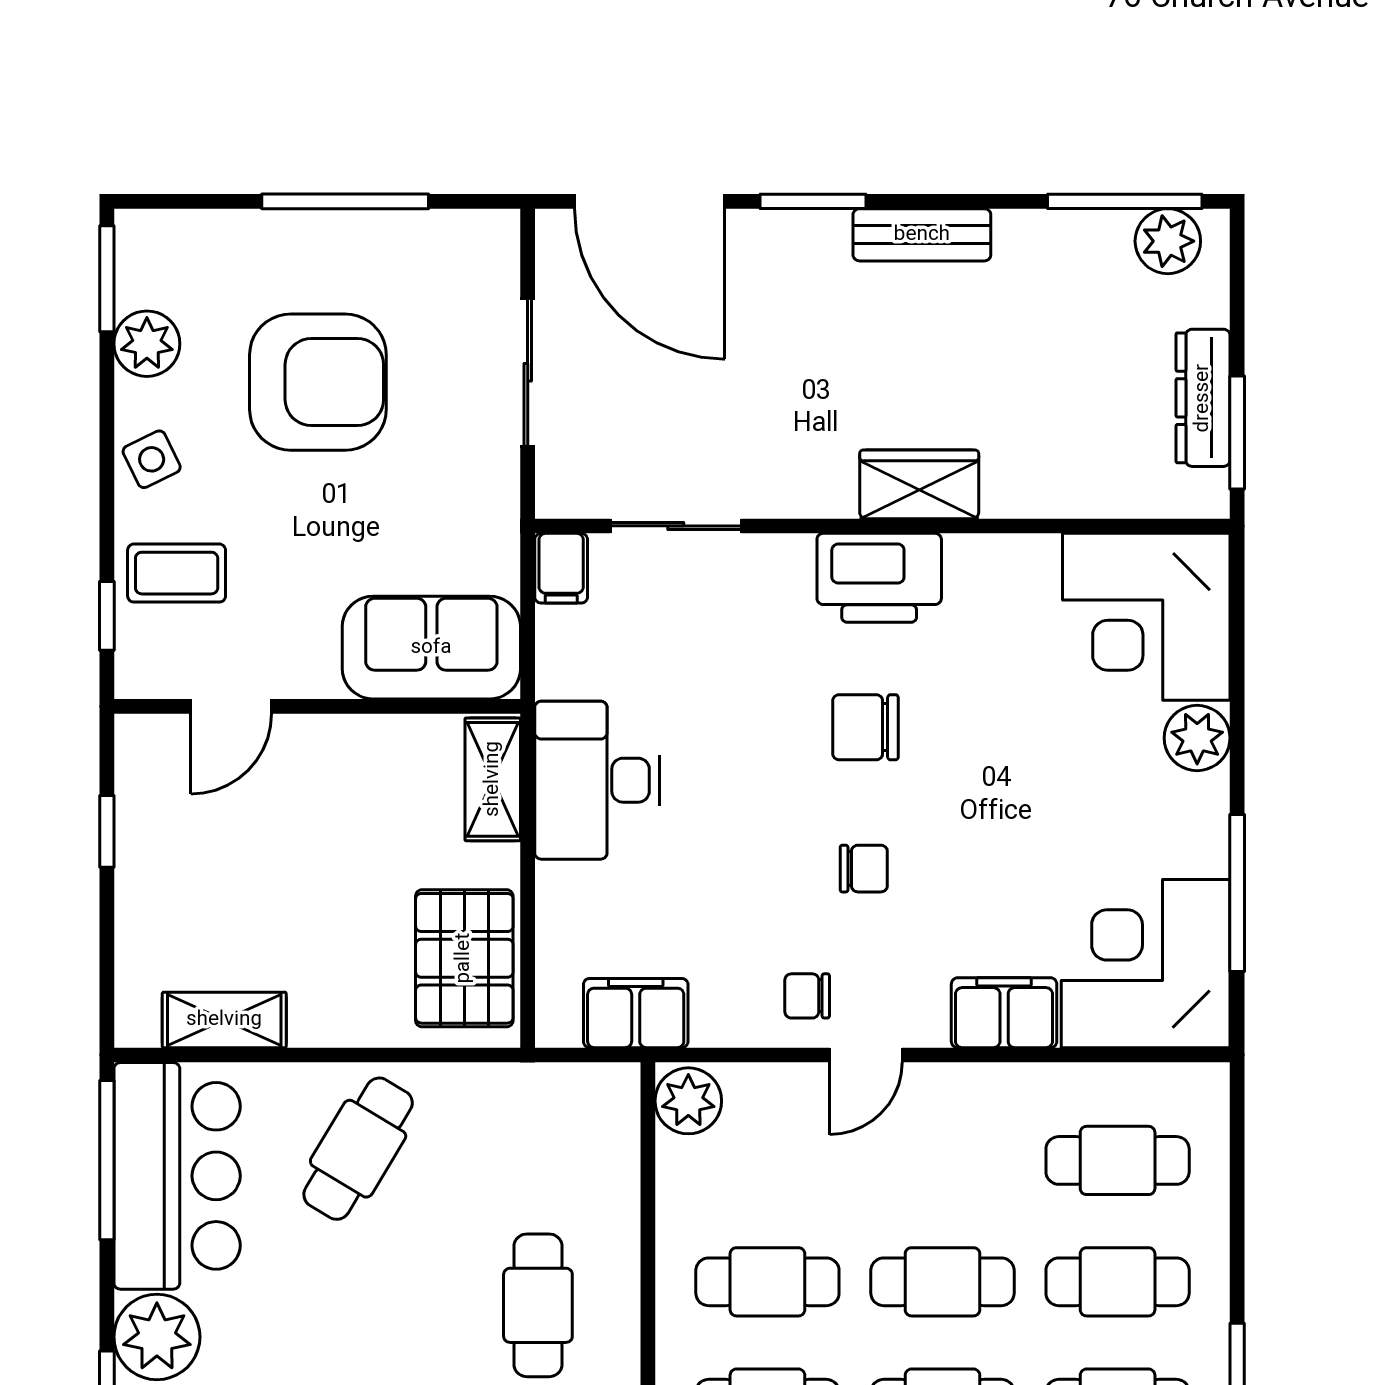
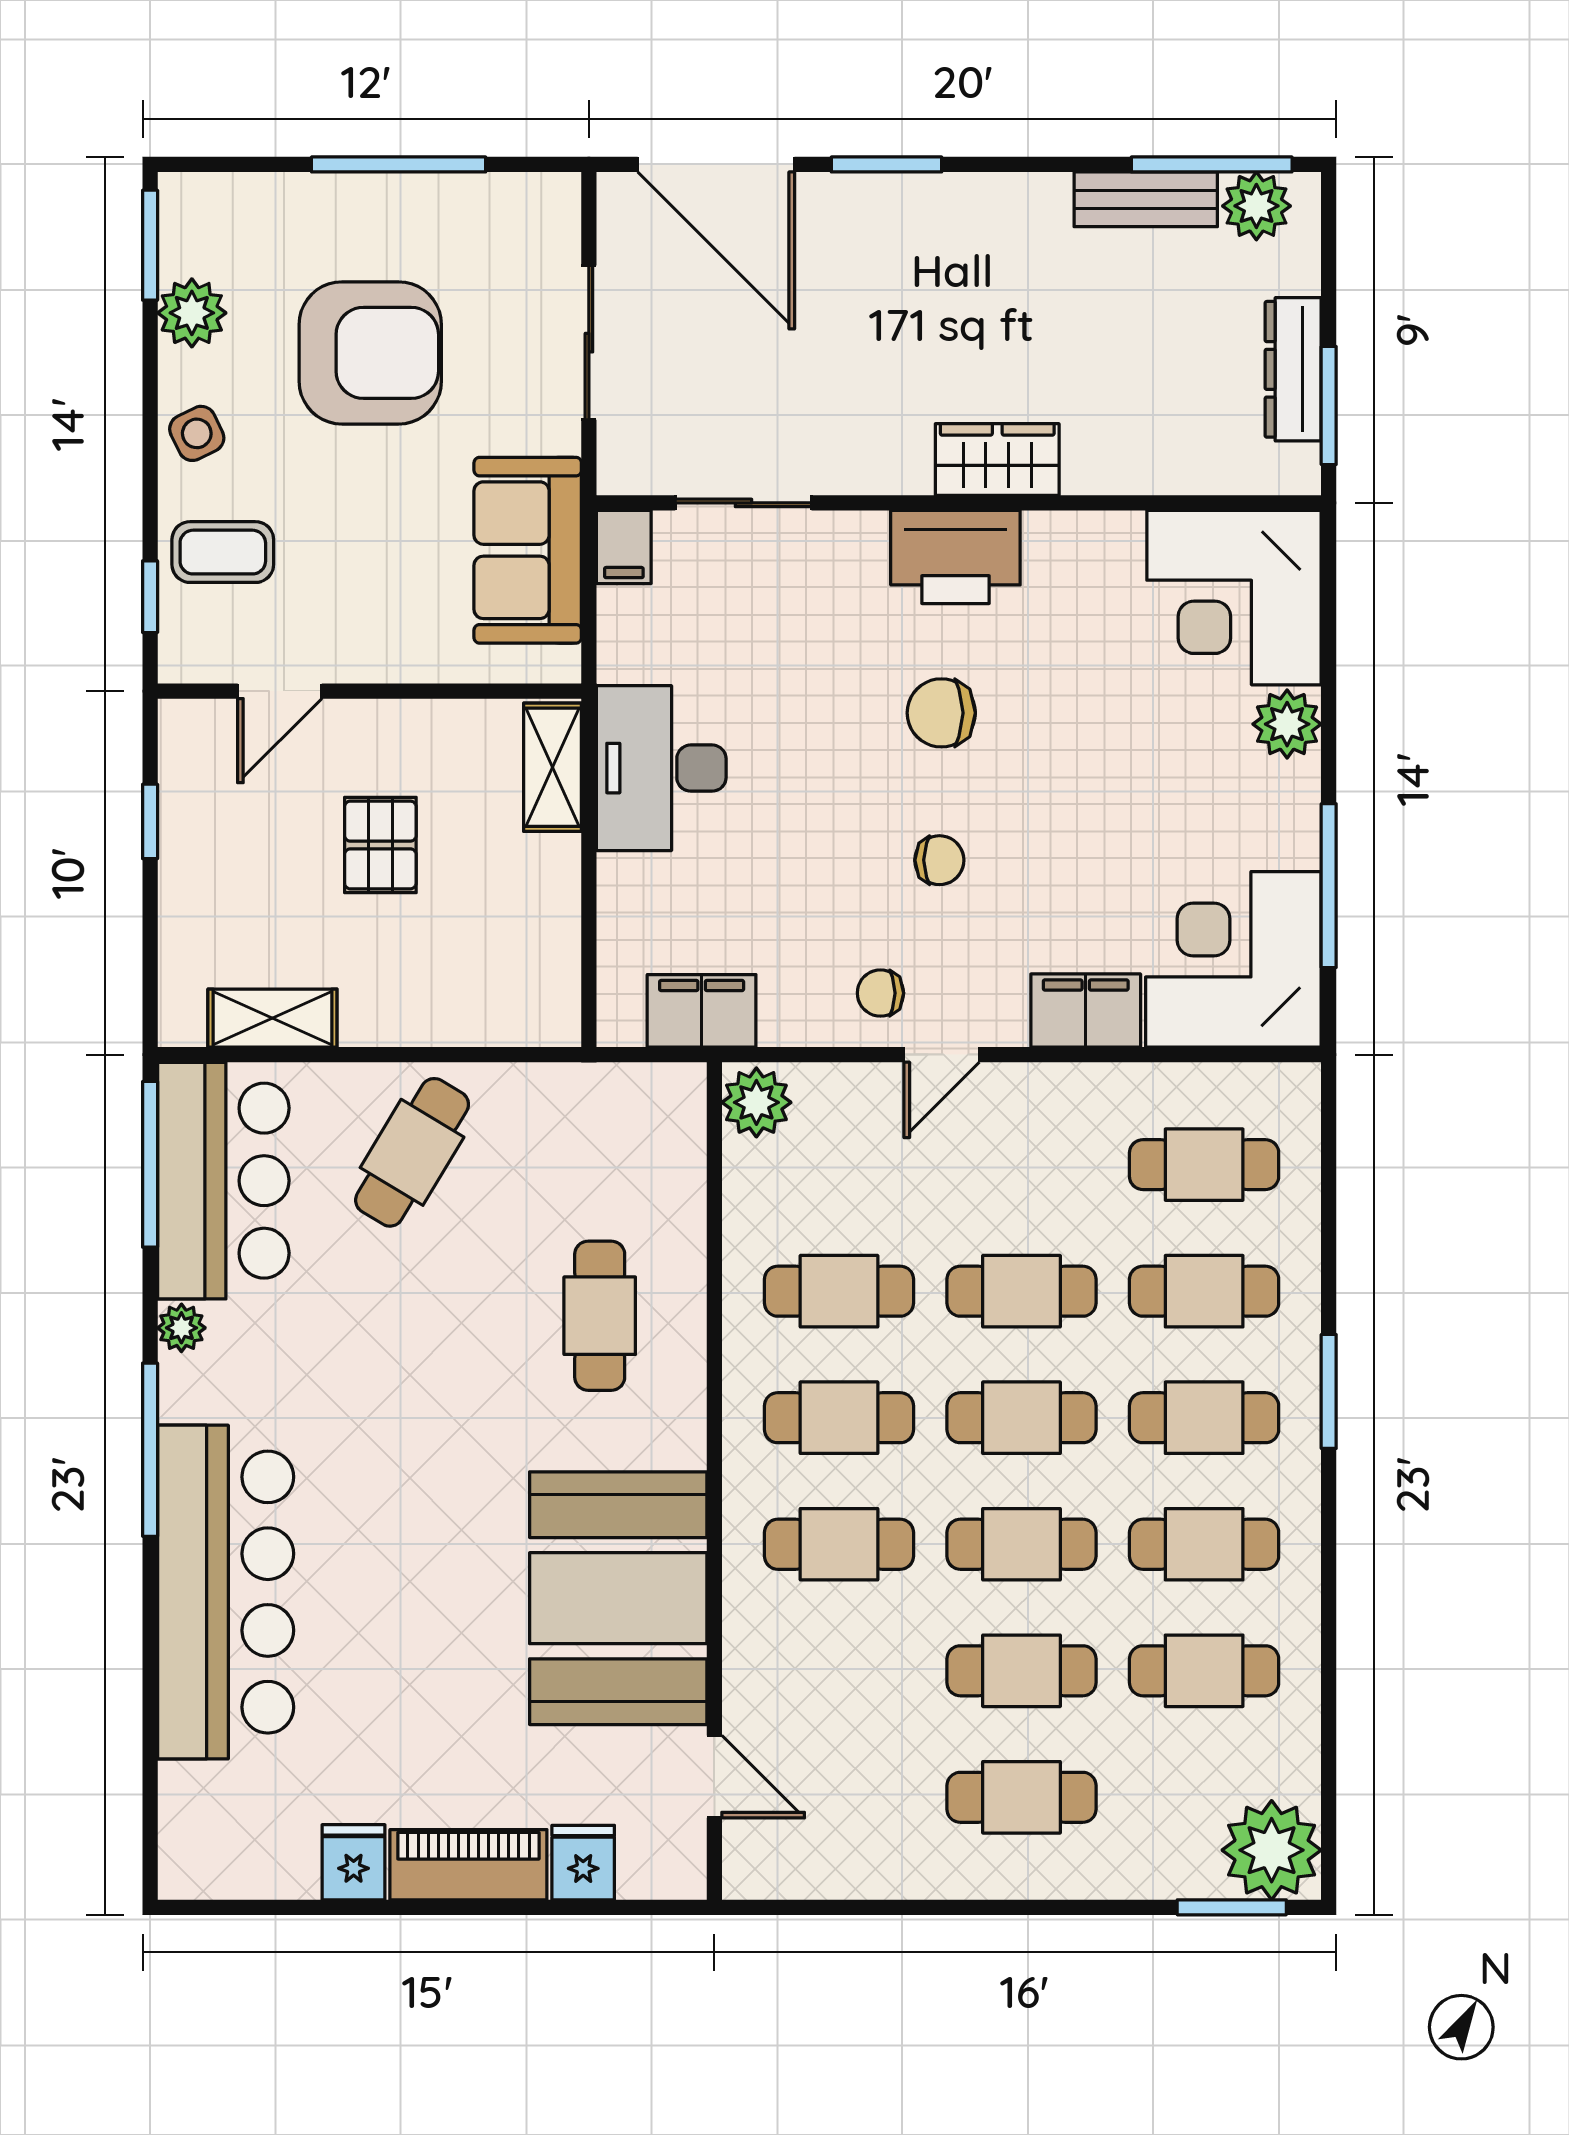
bench: (922, 235) -> (1146, 199), moved
sofa: (431, 648) -> (528, 550), moved, turned -90
pallet: (464, 958) -> (380, 845), moved, width x0.67, depth x0.71
plant: (157, 1337) -> (181, 1328), width x0.53, depth x0.53

